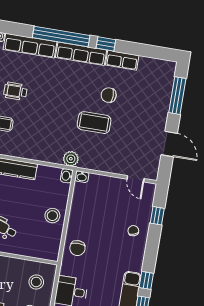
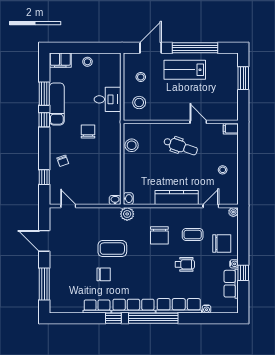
chair: (38, 129) -> (159, 235), added
stool: (52, 216) -> (132, 145), moved
chair: (77, 248) -> (88, 132), moved

